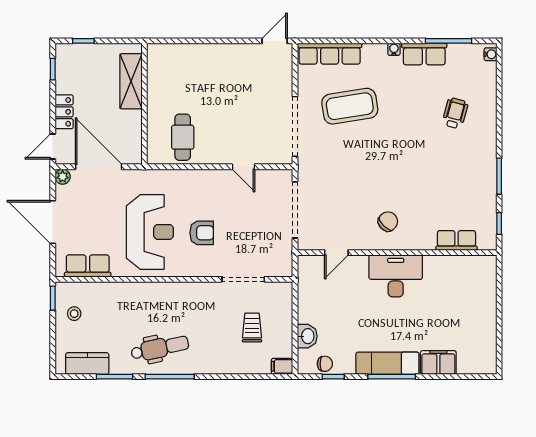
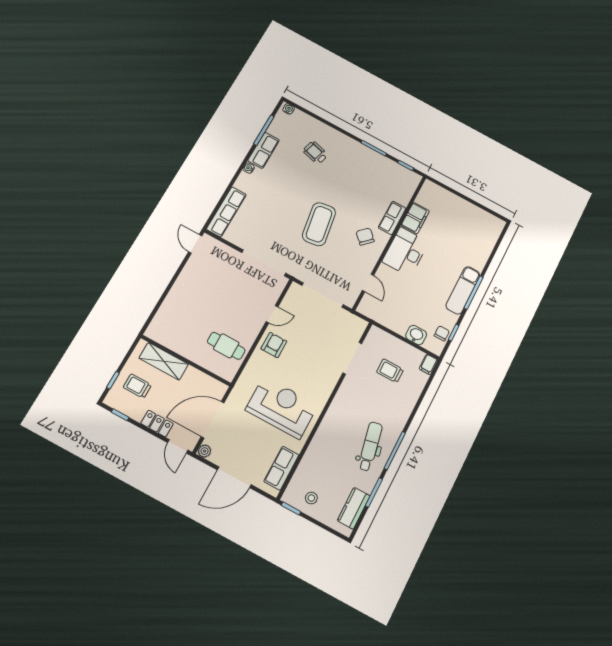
trolley: (91, 69) -> (137, 386), added
coffee table: (350, 106) -> (319, 224), moved
armchair: (202, 233) -> (274, 345), moved
row of seats: (456, 240) -> (392, 218), moved
filing cabinet: (438, 362) -> (415, 218), moved, turned 180

